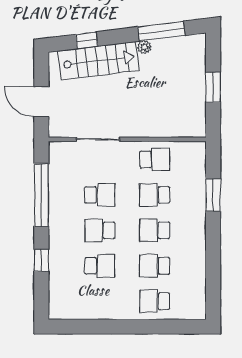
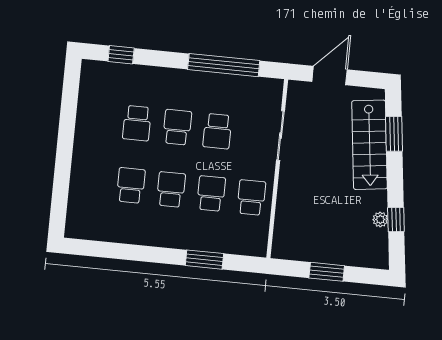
window: (161, 31) -> (396, 220), width x0.46
window: (87, 40) -> (394, 134), width x1.50
plant: (144, 47) -> (380, 219), moved
school desk: (155, 159) -> (251, 197), turned 180
window: (41, 260) -> (121, 55), moved
school desk: (155, 301) -> (91, 181), removed

